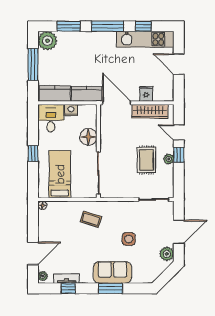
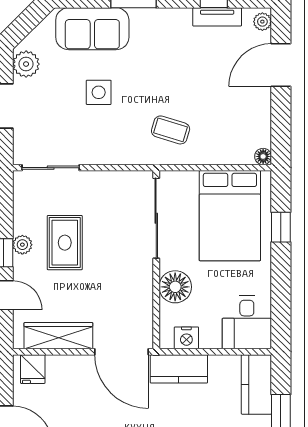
kitchen counter: (55, 93) -> (256, 384), moved, turned 90
fridge: (146, 94) -> (33, 369), moved
nightstand: (71, 110) -> (186, 338), moved
window: (33, 153) -> (281, 227), moved
bed: (60, 174) -> (230, 216), width x1.50
sofa: (112, 272) -> (92, 29), moved

